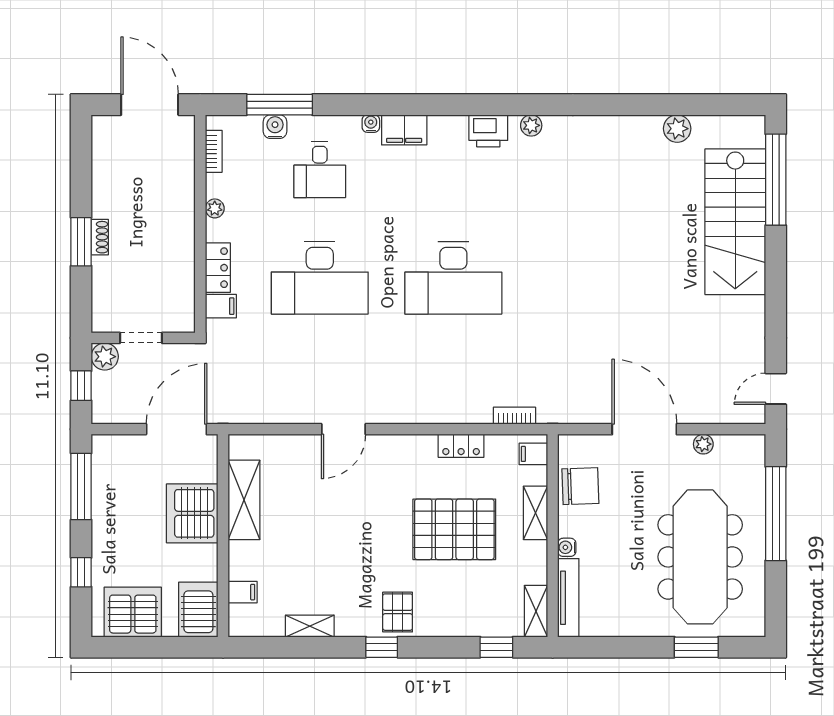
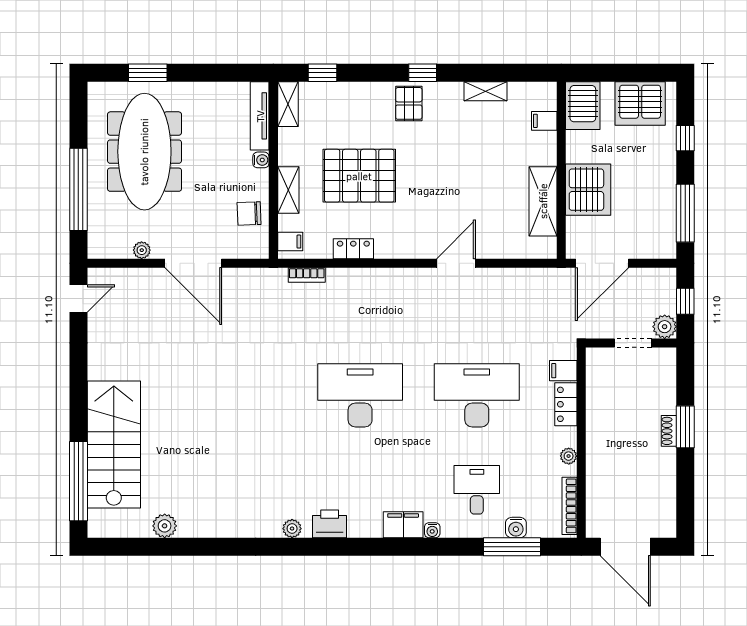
bookcase: (214, 151) -> (569, 506), width x1.56
chair: (580, 486) -> (249, 213), width x0.73, depth x0.73

